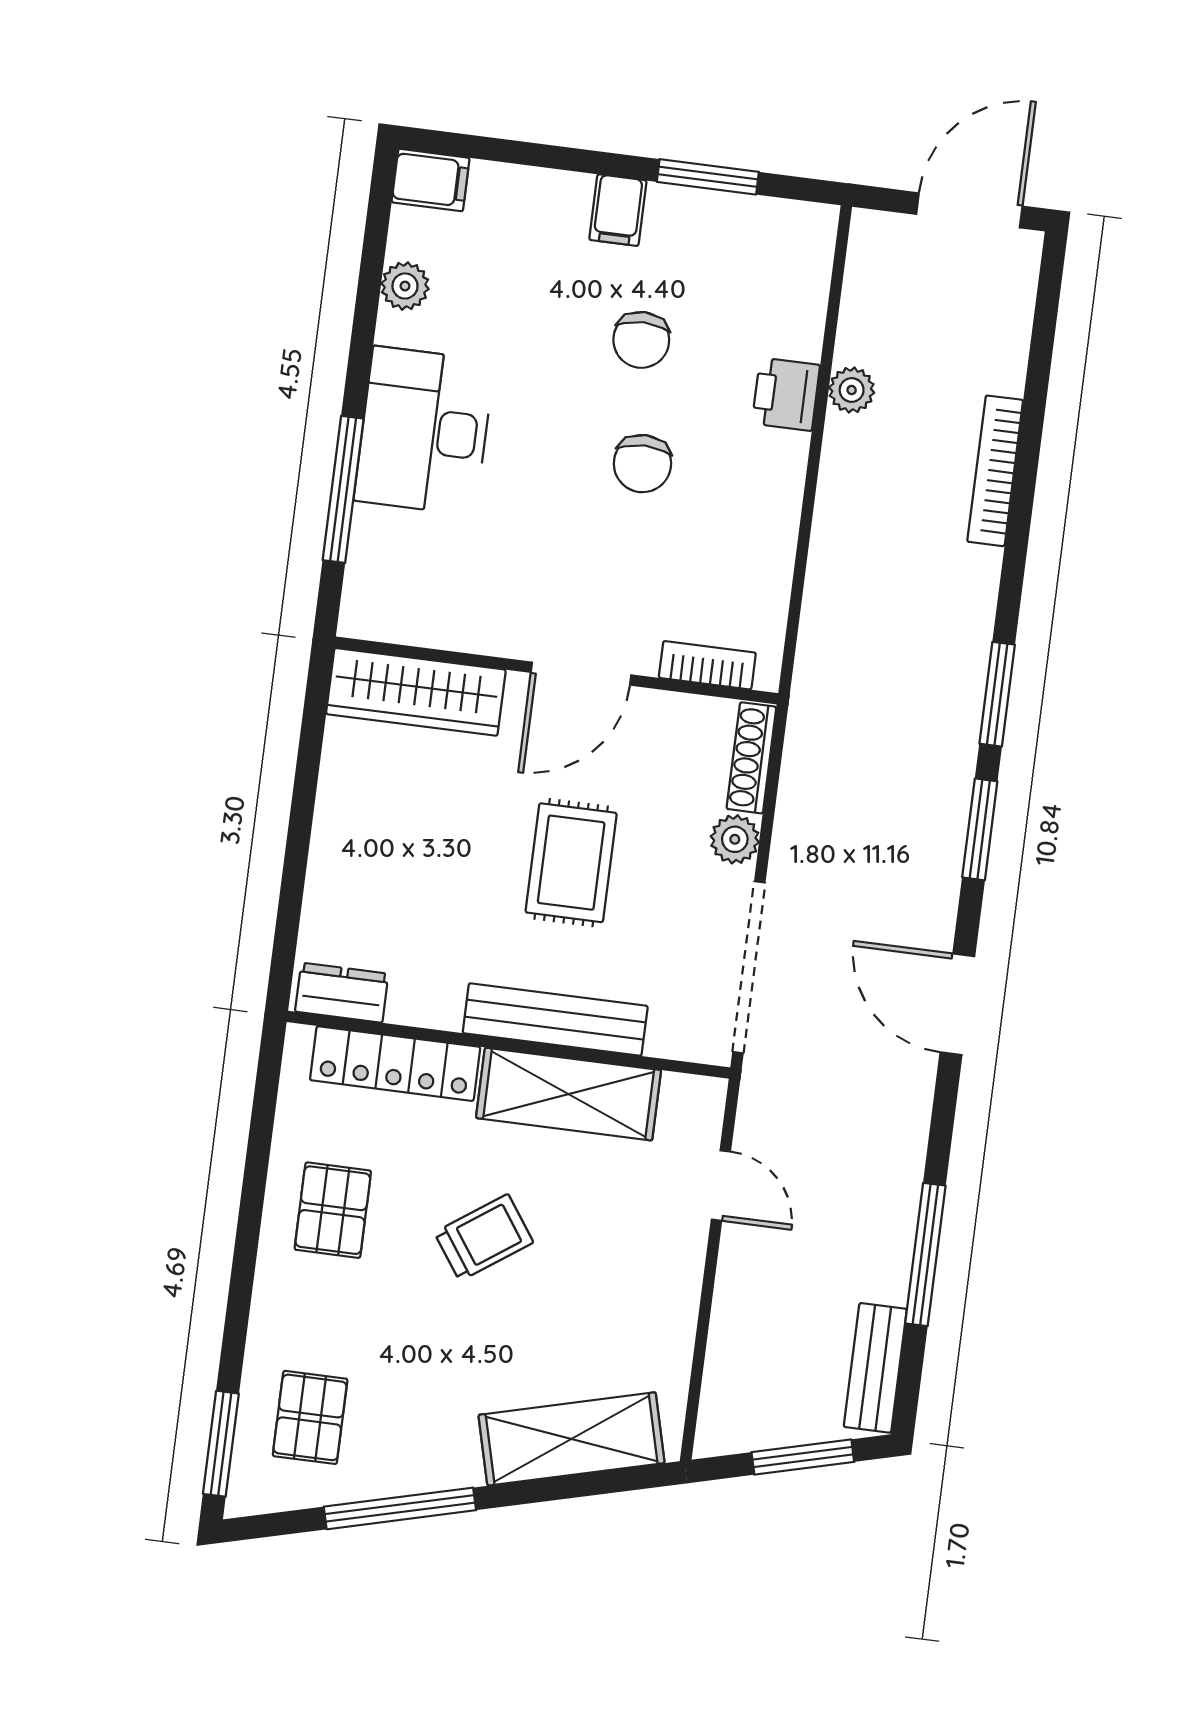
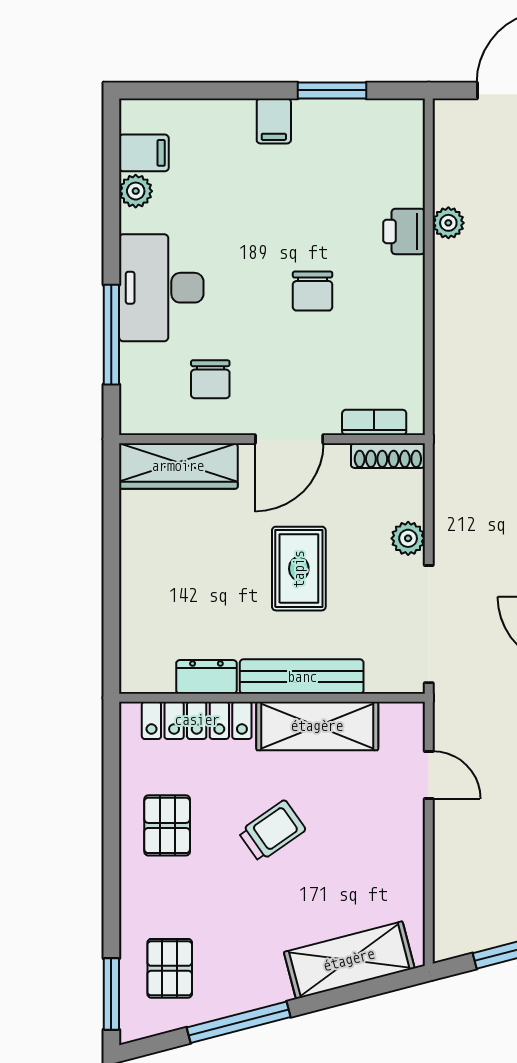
filing cabinet: (431, 180) -> (144, 153), moved
chair: (641, 340) -> (210, 379), moved
shoe rack: (751, 758) -> (388, 456), moved, turned -90
dresser: (342, 993) -> (206, 677), moved

